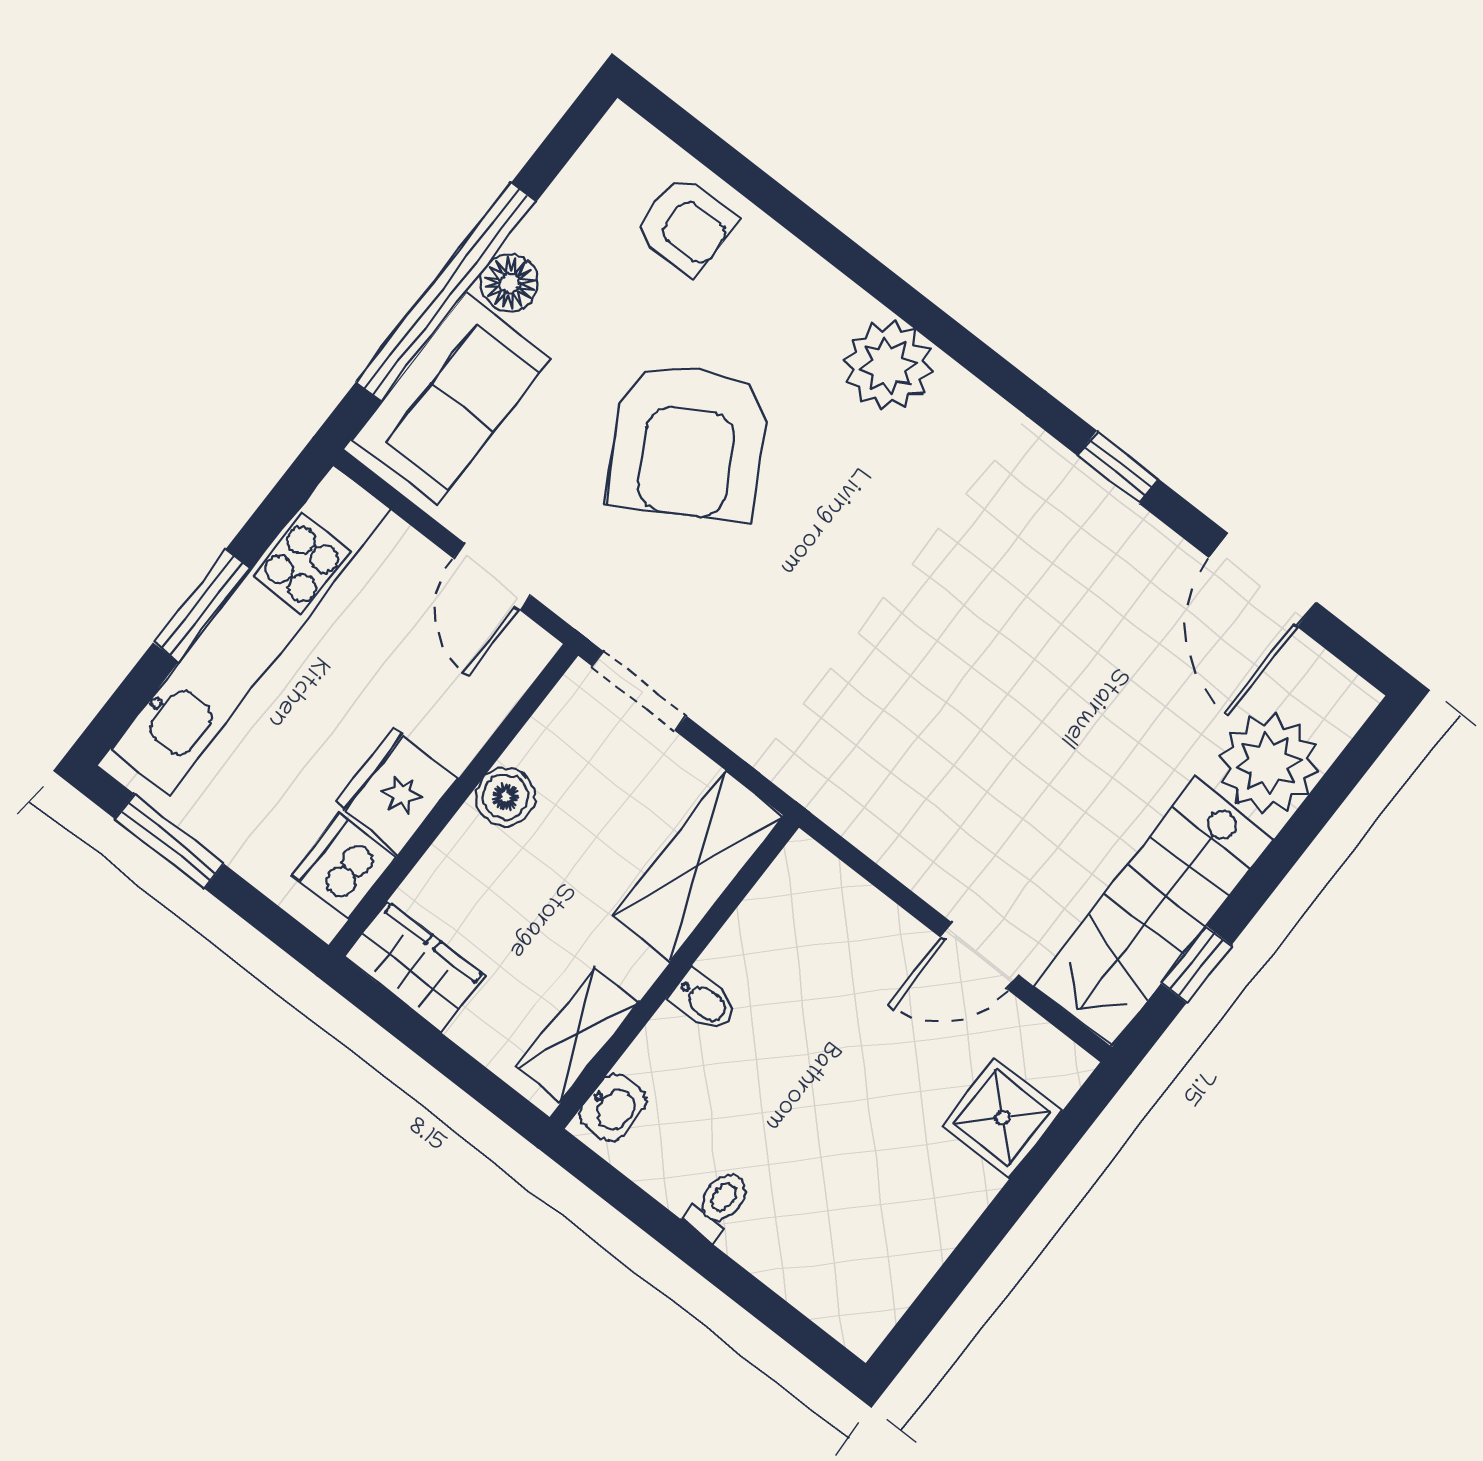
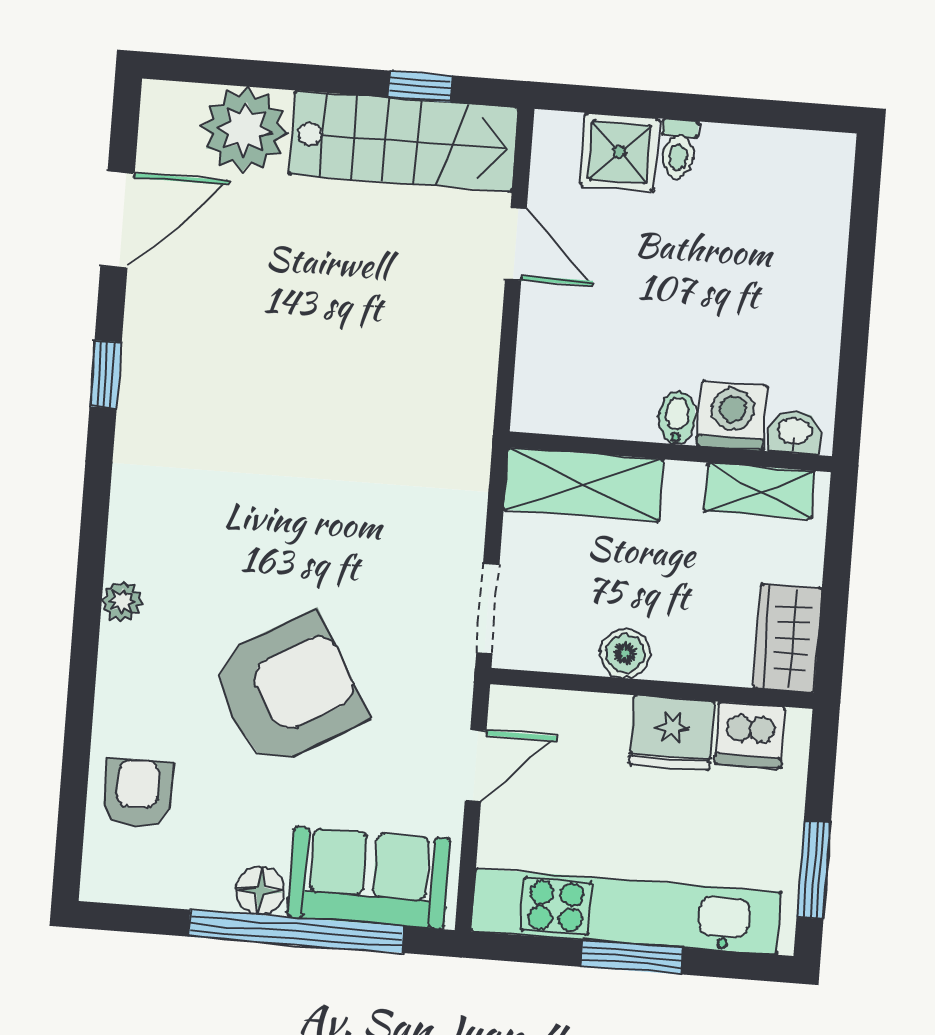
plant: (888, 366) -> (122, 601), width x0.53, depth x0.53
washing machine: (669, 1057) -> (732, 416), added
toilet: (718, 1205) -> (679, 149), moved, turned -90

